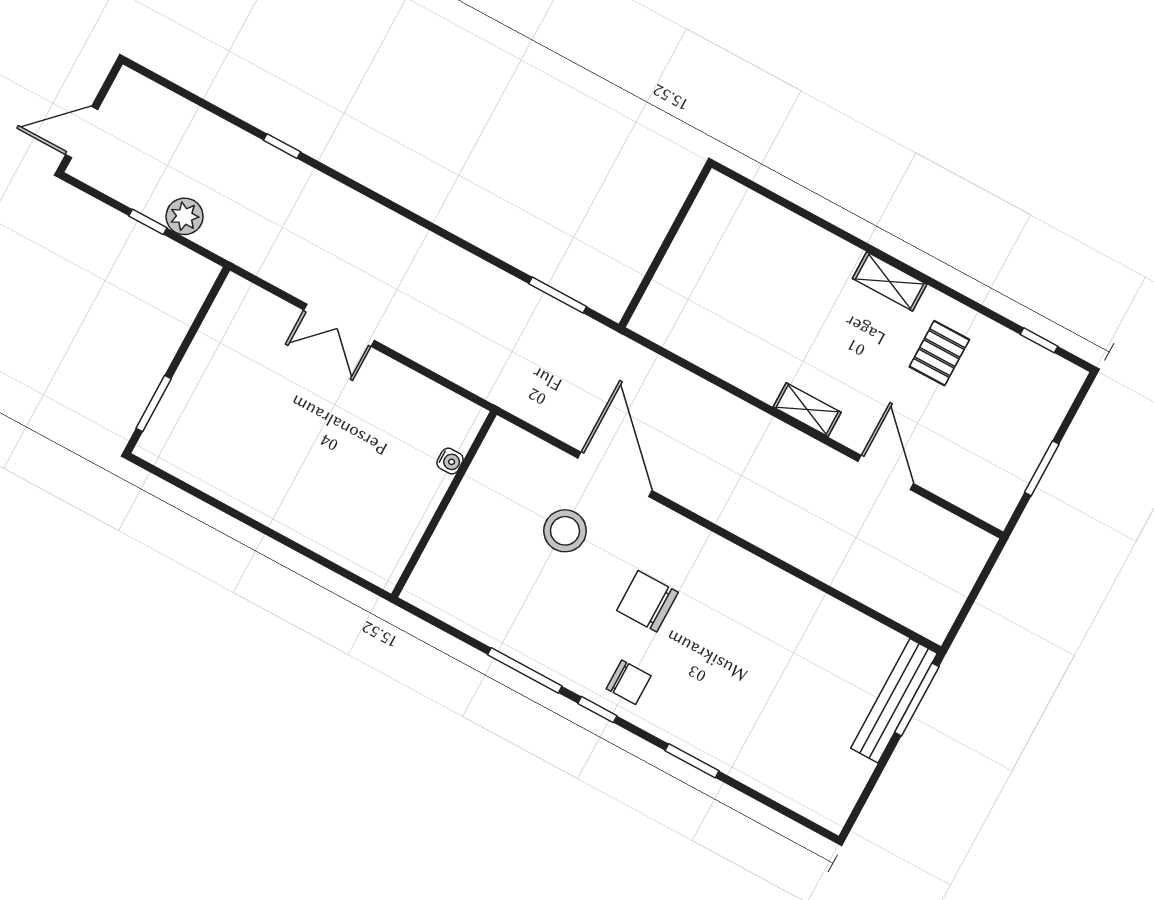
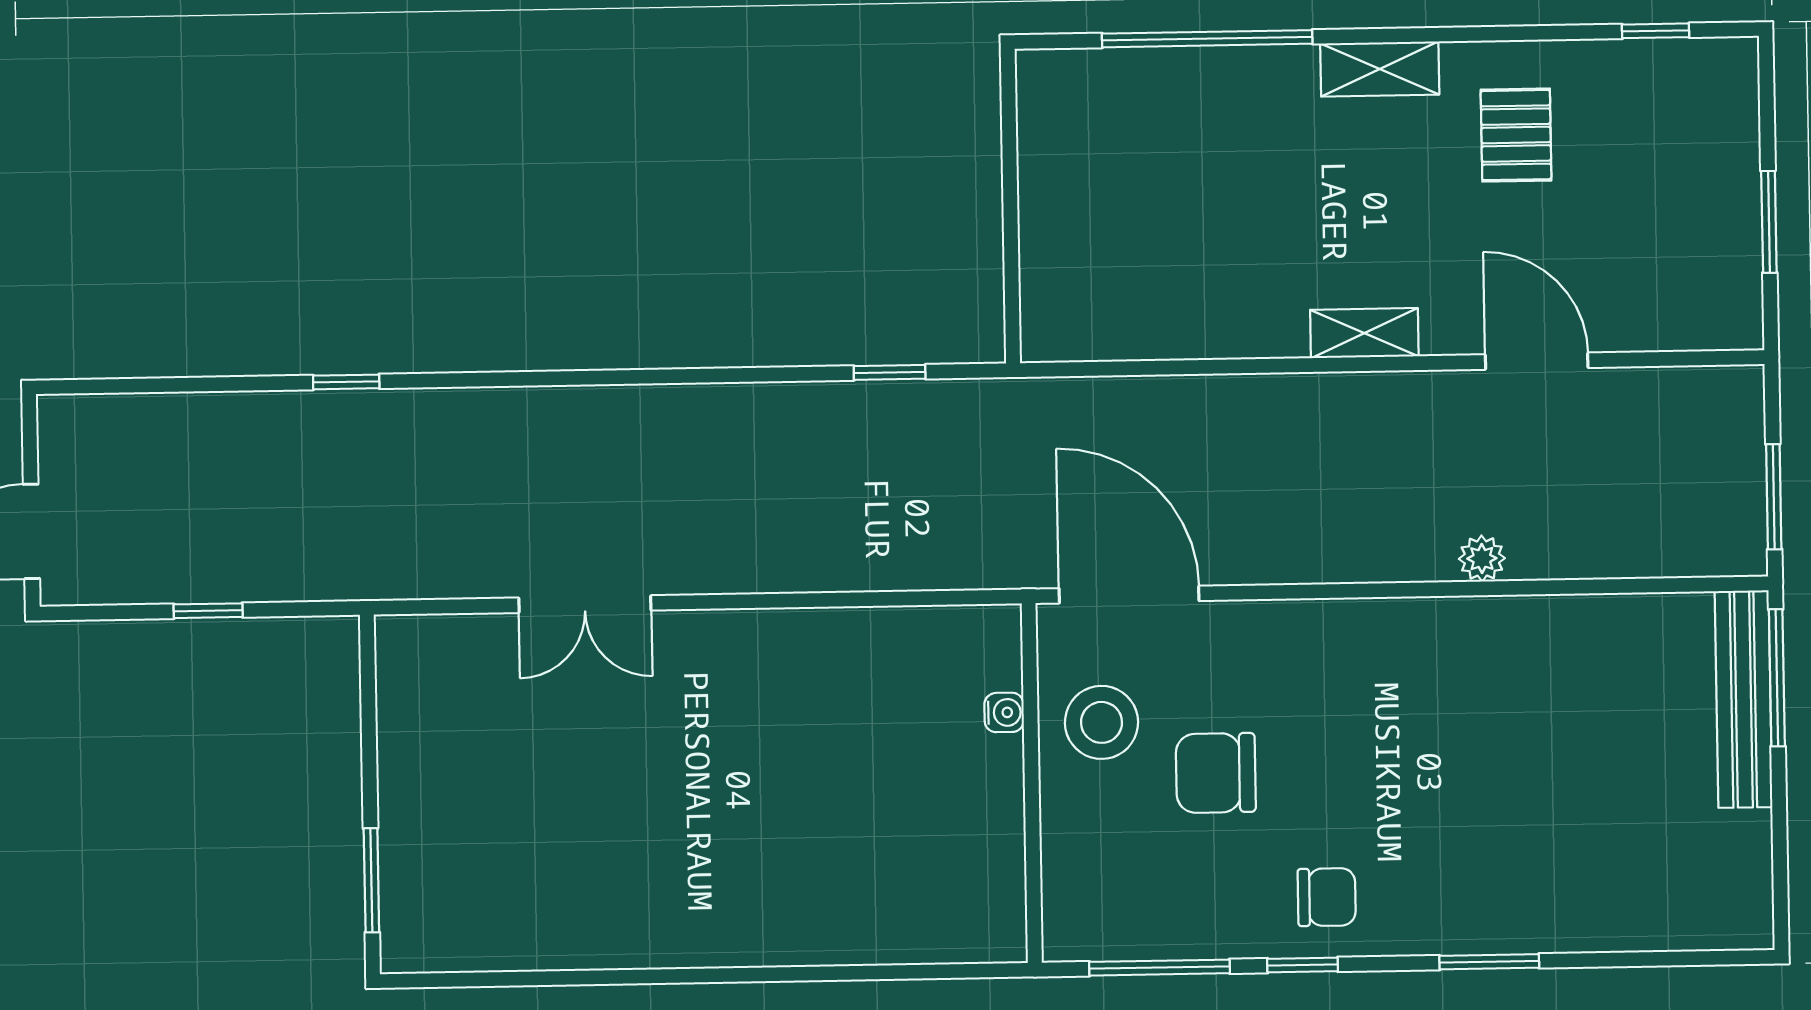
plant: (185, 216) -> (1482, 558), moved, width x0.73, depth x0.73
window: (812, 217) -> (1207, 39), added
window: (558, 295) -> (890, 372), width x0.67
water cooler: (450, 461) -> (1004, 712), moved
wall: (444, 504) -> (1032, 783), moved
chair: (647, 601) -> (1216, 773), moved
window: (966, 608) -> (1774, 497), added

